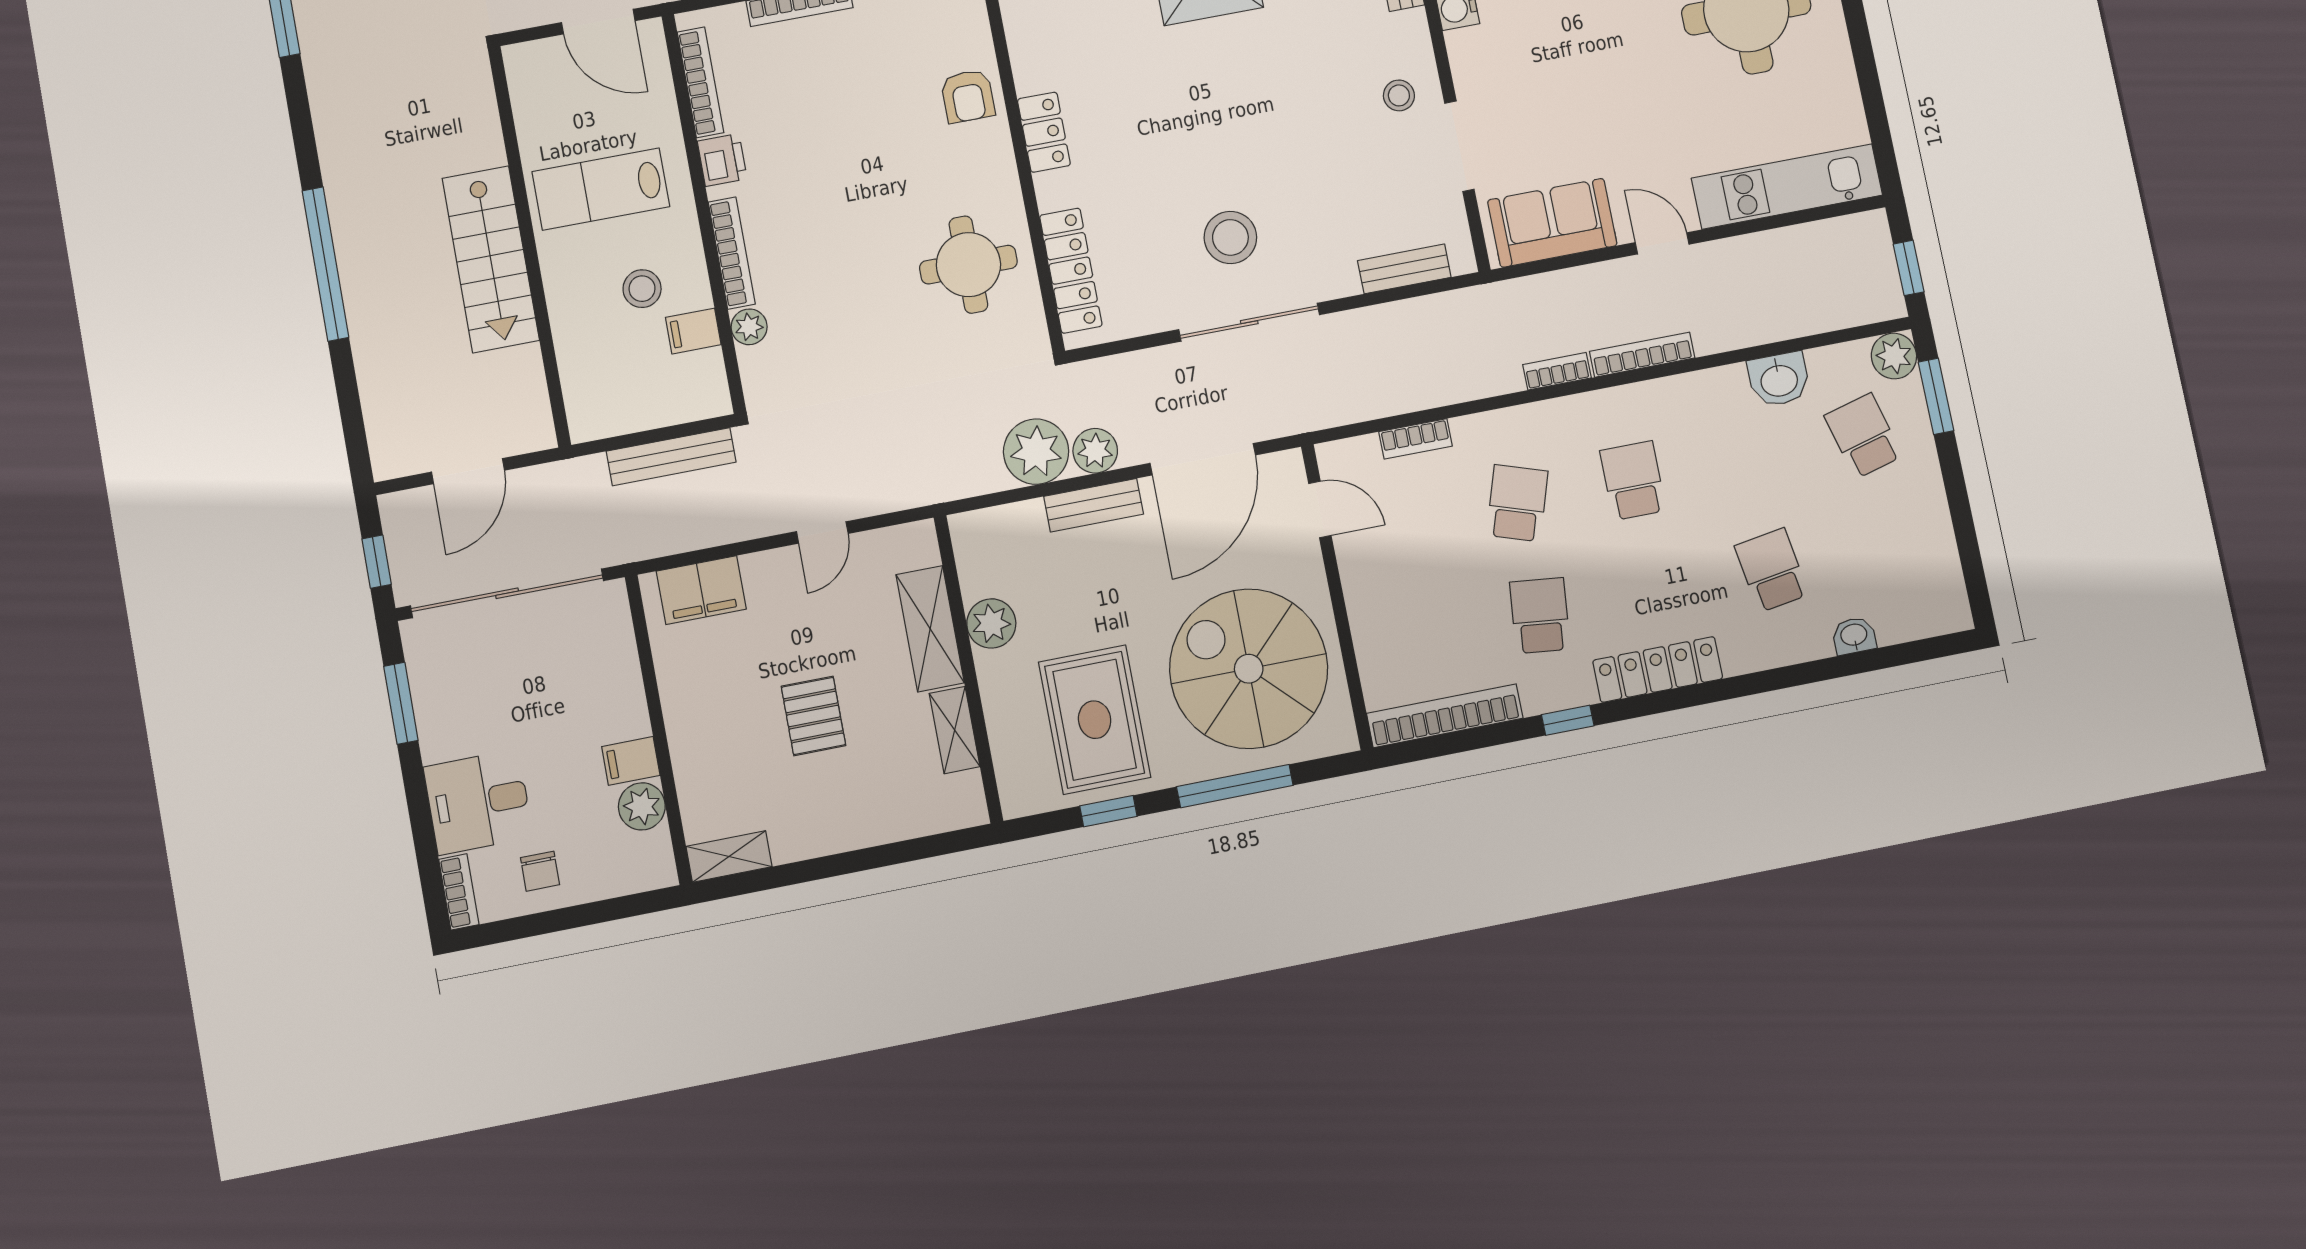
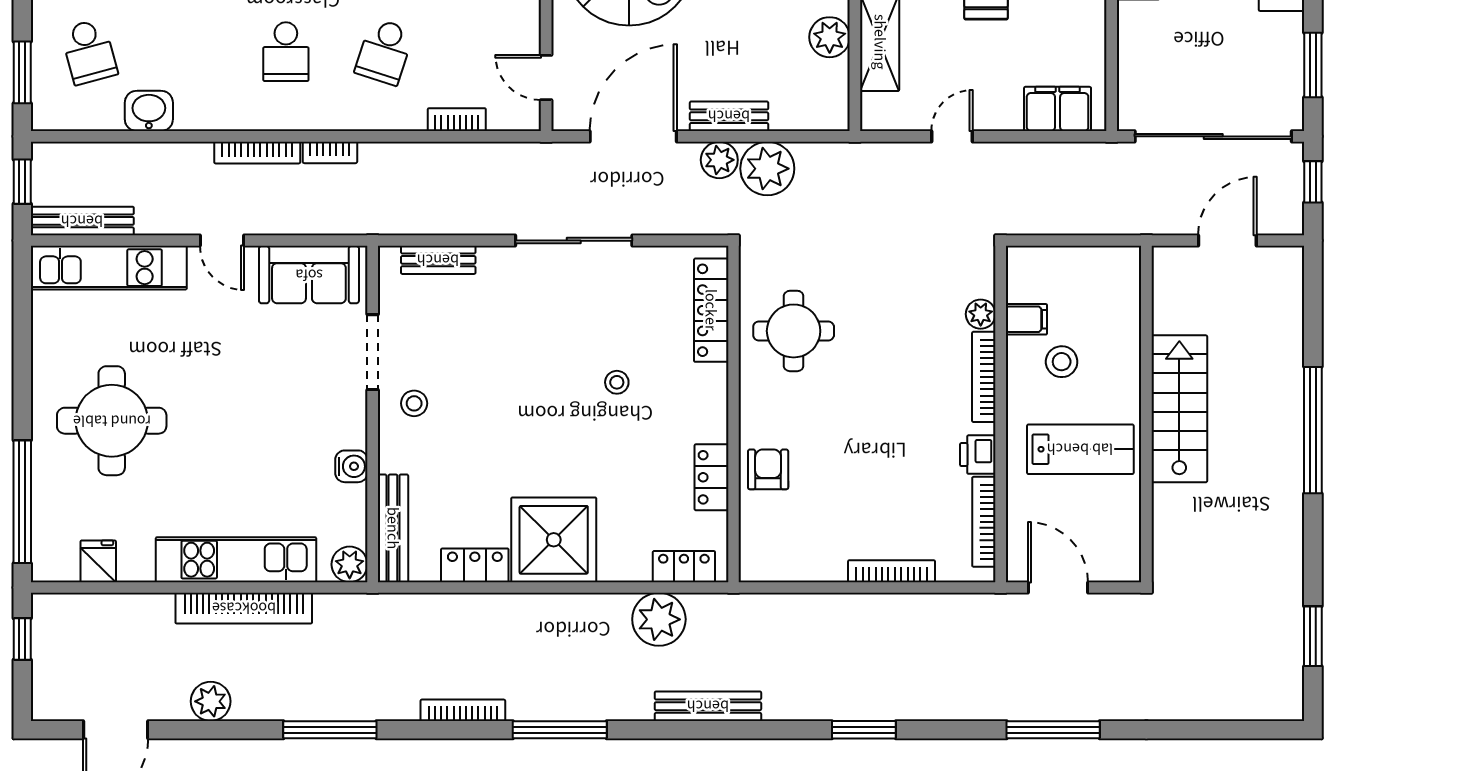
locker: (1044, 132) -> (711, 477), moved
stool: (1230, 237) -> (617, 382), moved, width x0.53, depth x0.53
plant: (1894, 356) -> (50, 112), removed
bench: (671, 457) -> (82, 221), moved

